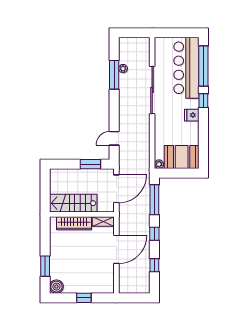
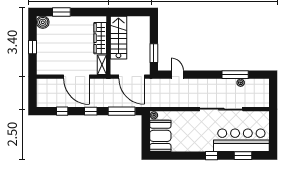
window: (203, 66) -> (243, 156), width x0.47
fridge: (192, 115) -> (198, 145), removed

